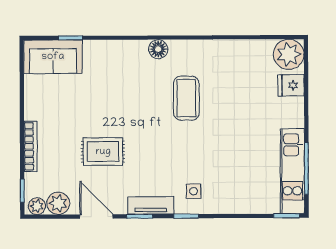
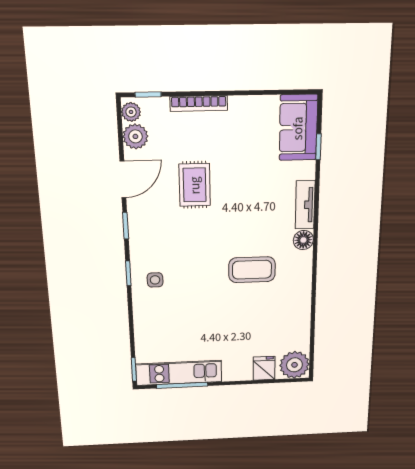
tv unit: (151, 205) -> (305, 205), moved, turned 180

